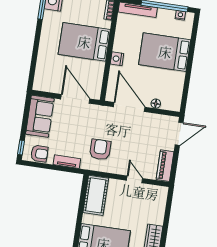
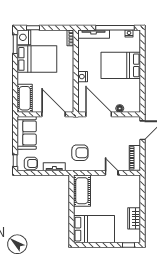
bed: (84, 42) -> (37, 59), moved, turned 180
cot: (44, 74) -> (25, 98), added
armchair: (100, 150) -> (80, 153), turned 90

